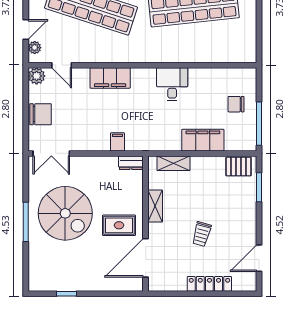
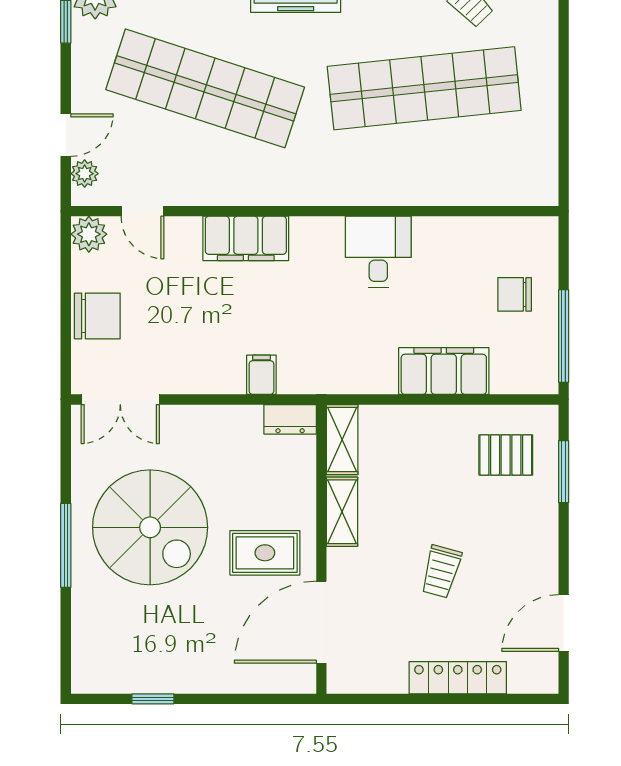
shelving: (173, 163) -> (342, 440), moved, turned 90
pallet: (239, 167) -> (506, 455), moved

